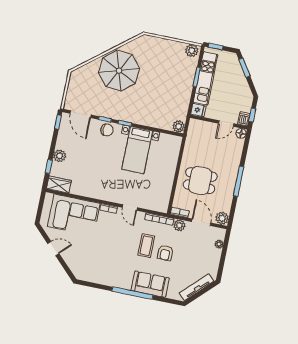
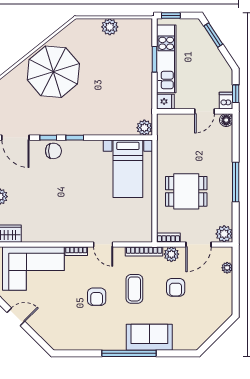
plant: (192, 51) -> (110, 27), moved
bed with nightstands: (137, 150) -> (128, 169), moved
door: (201, 222) -> (199, 244), swing flipped
armchair: (117, 246) -> (97, 297), added
armchair: (165, 253) -> (176, 287), moved
tv unit: (197, 287) -> (210, 329), removed

